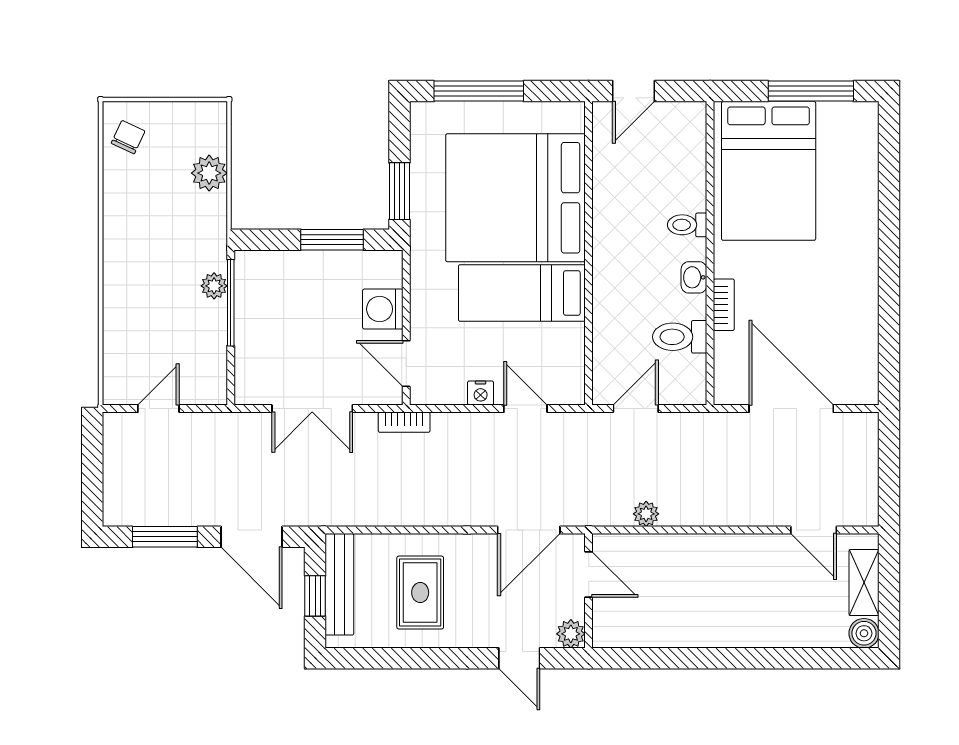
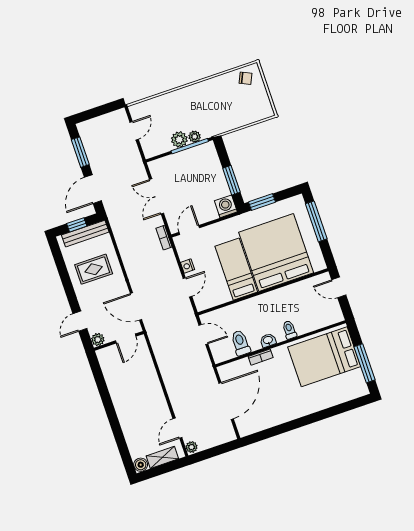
plant: (209, 173) -> (179, 139), moved
washing machine: (383, 309) -> (226, 206), moved
door: (158, 409) -> (134, 131), hinge flipped
plant: (646, 514) -> (192, 447), moved

